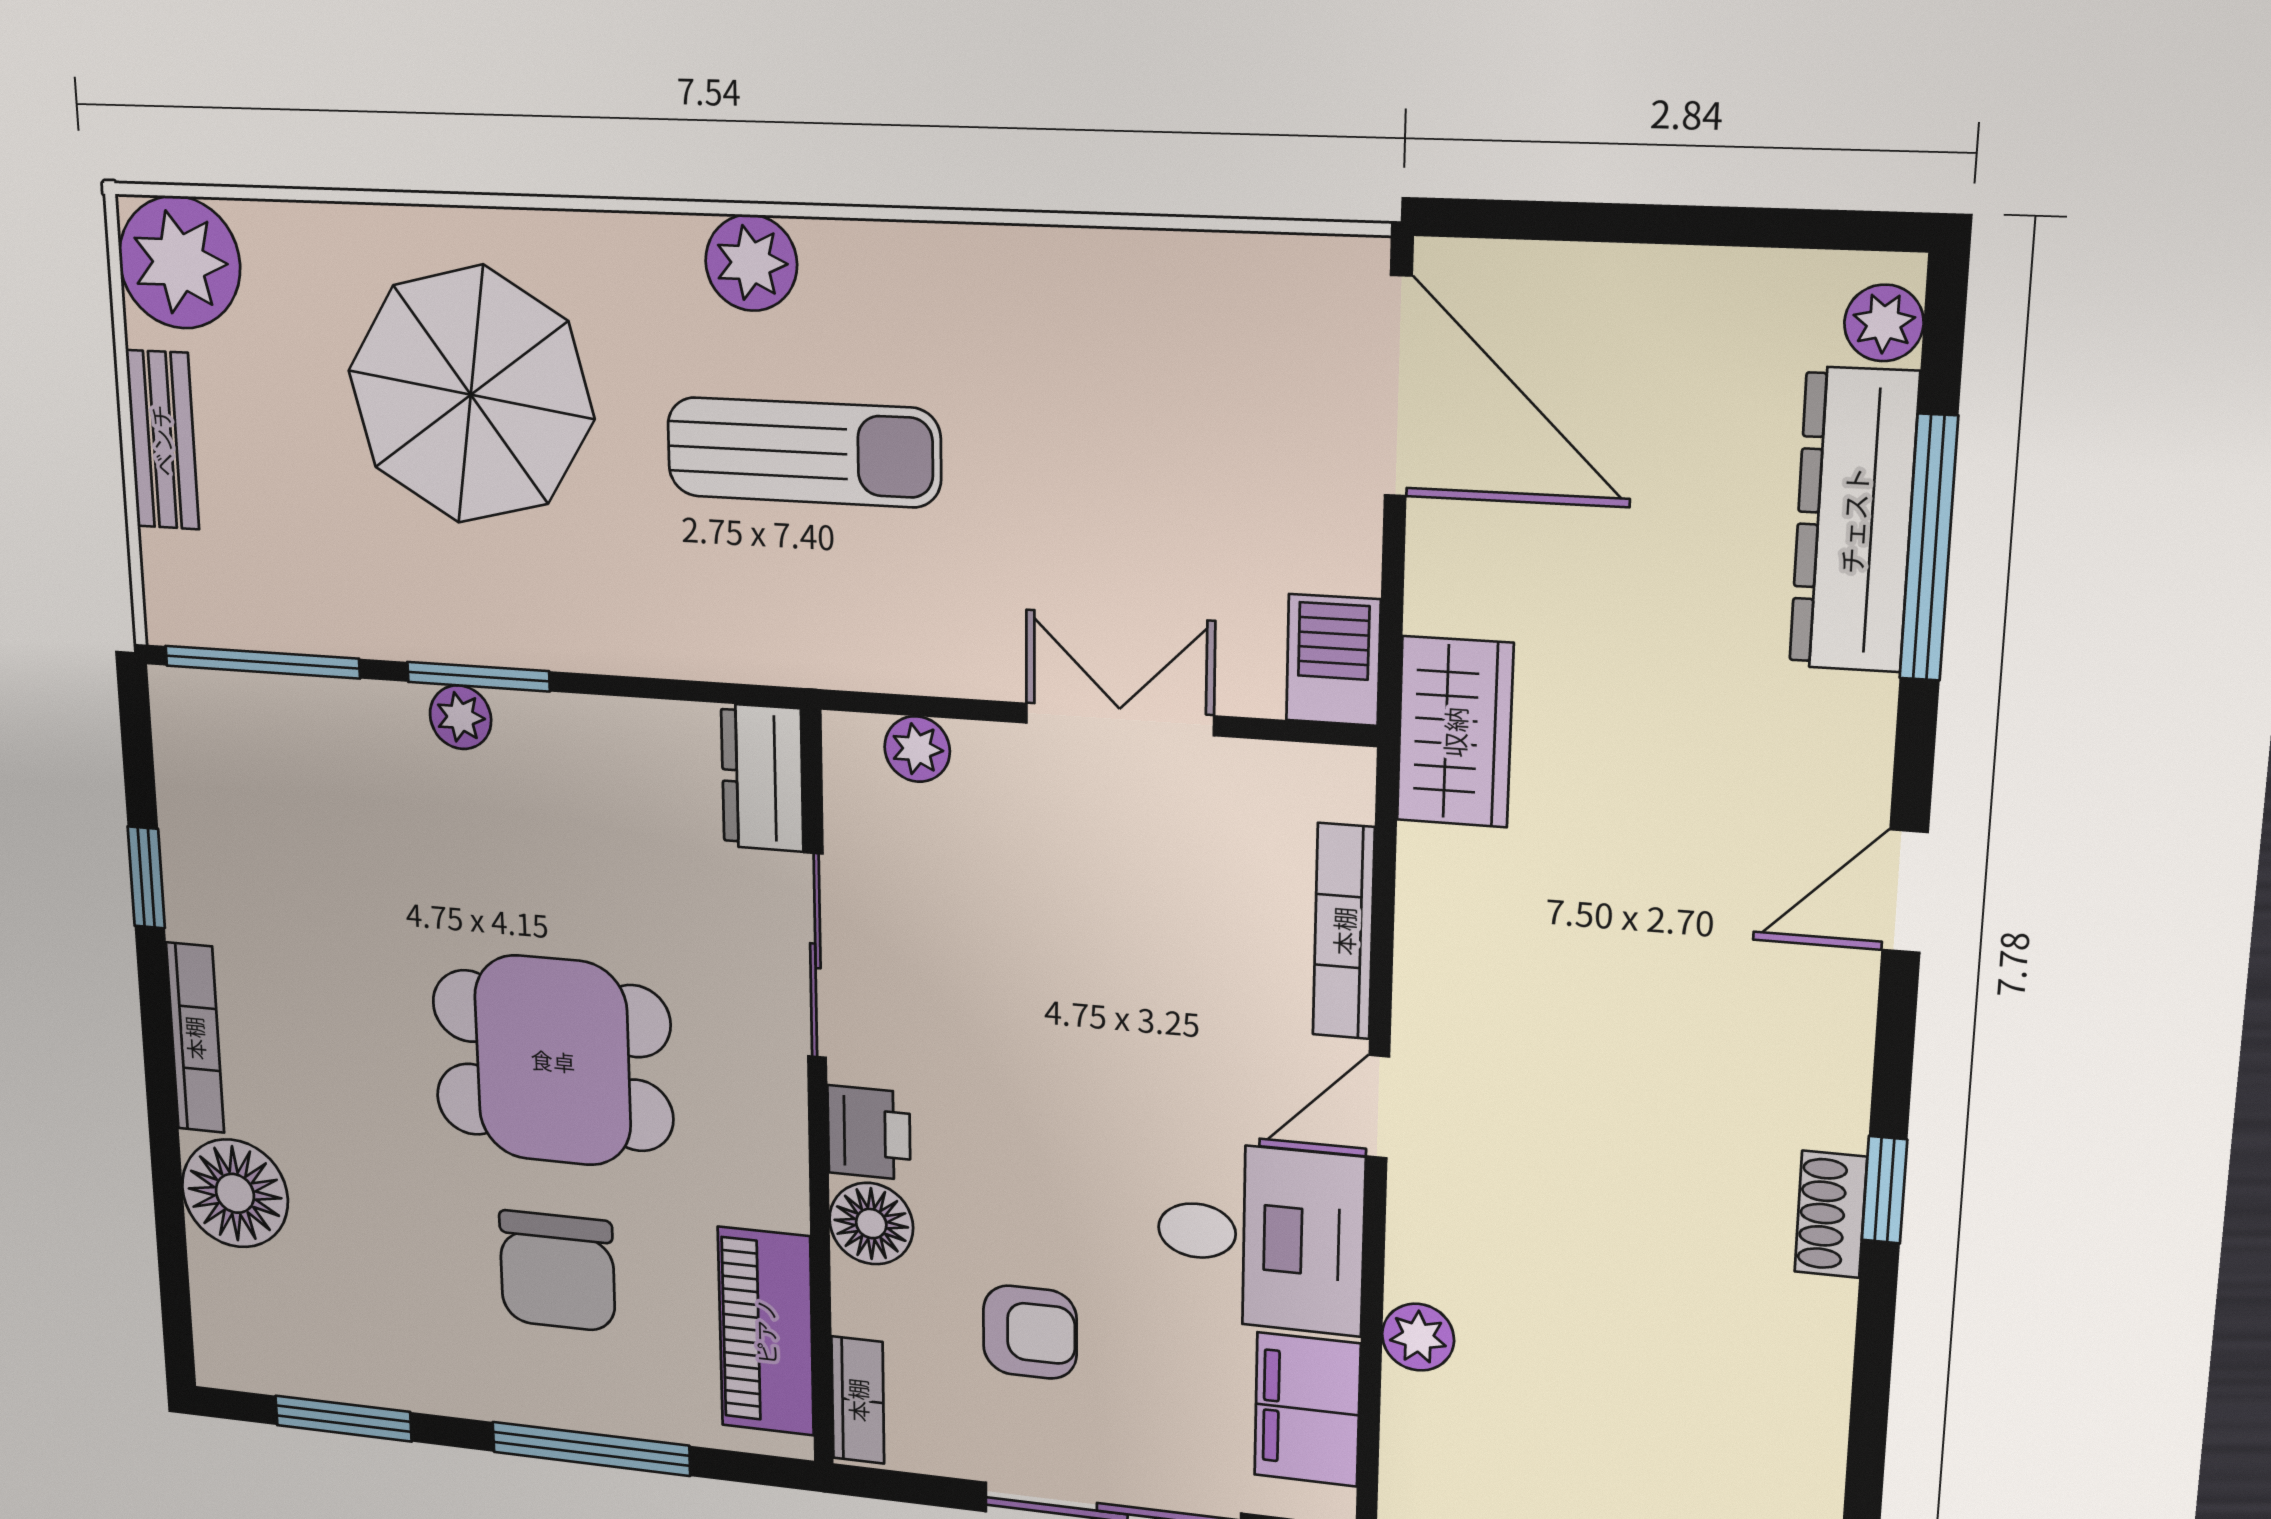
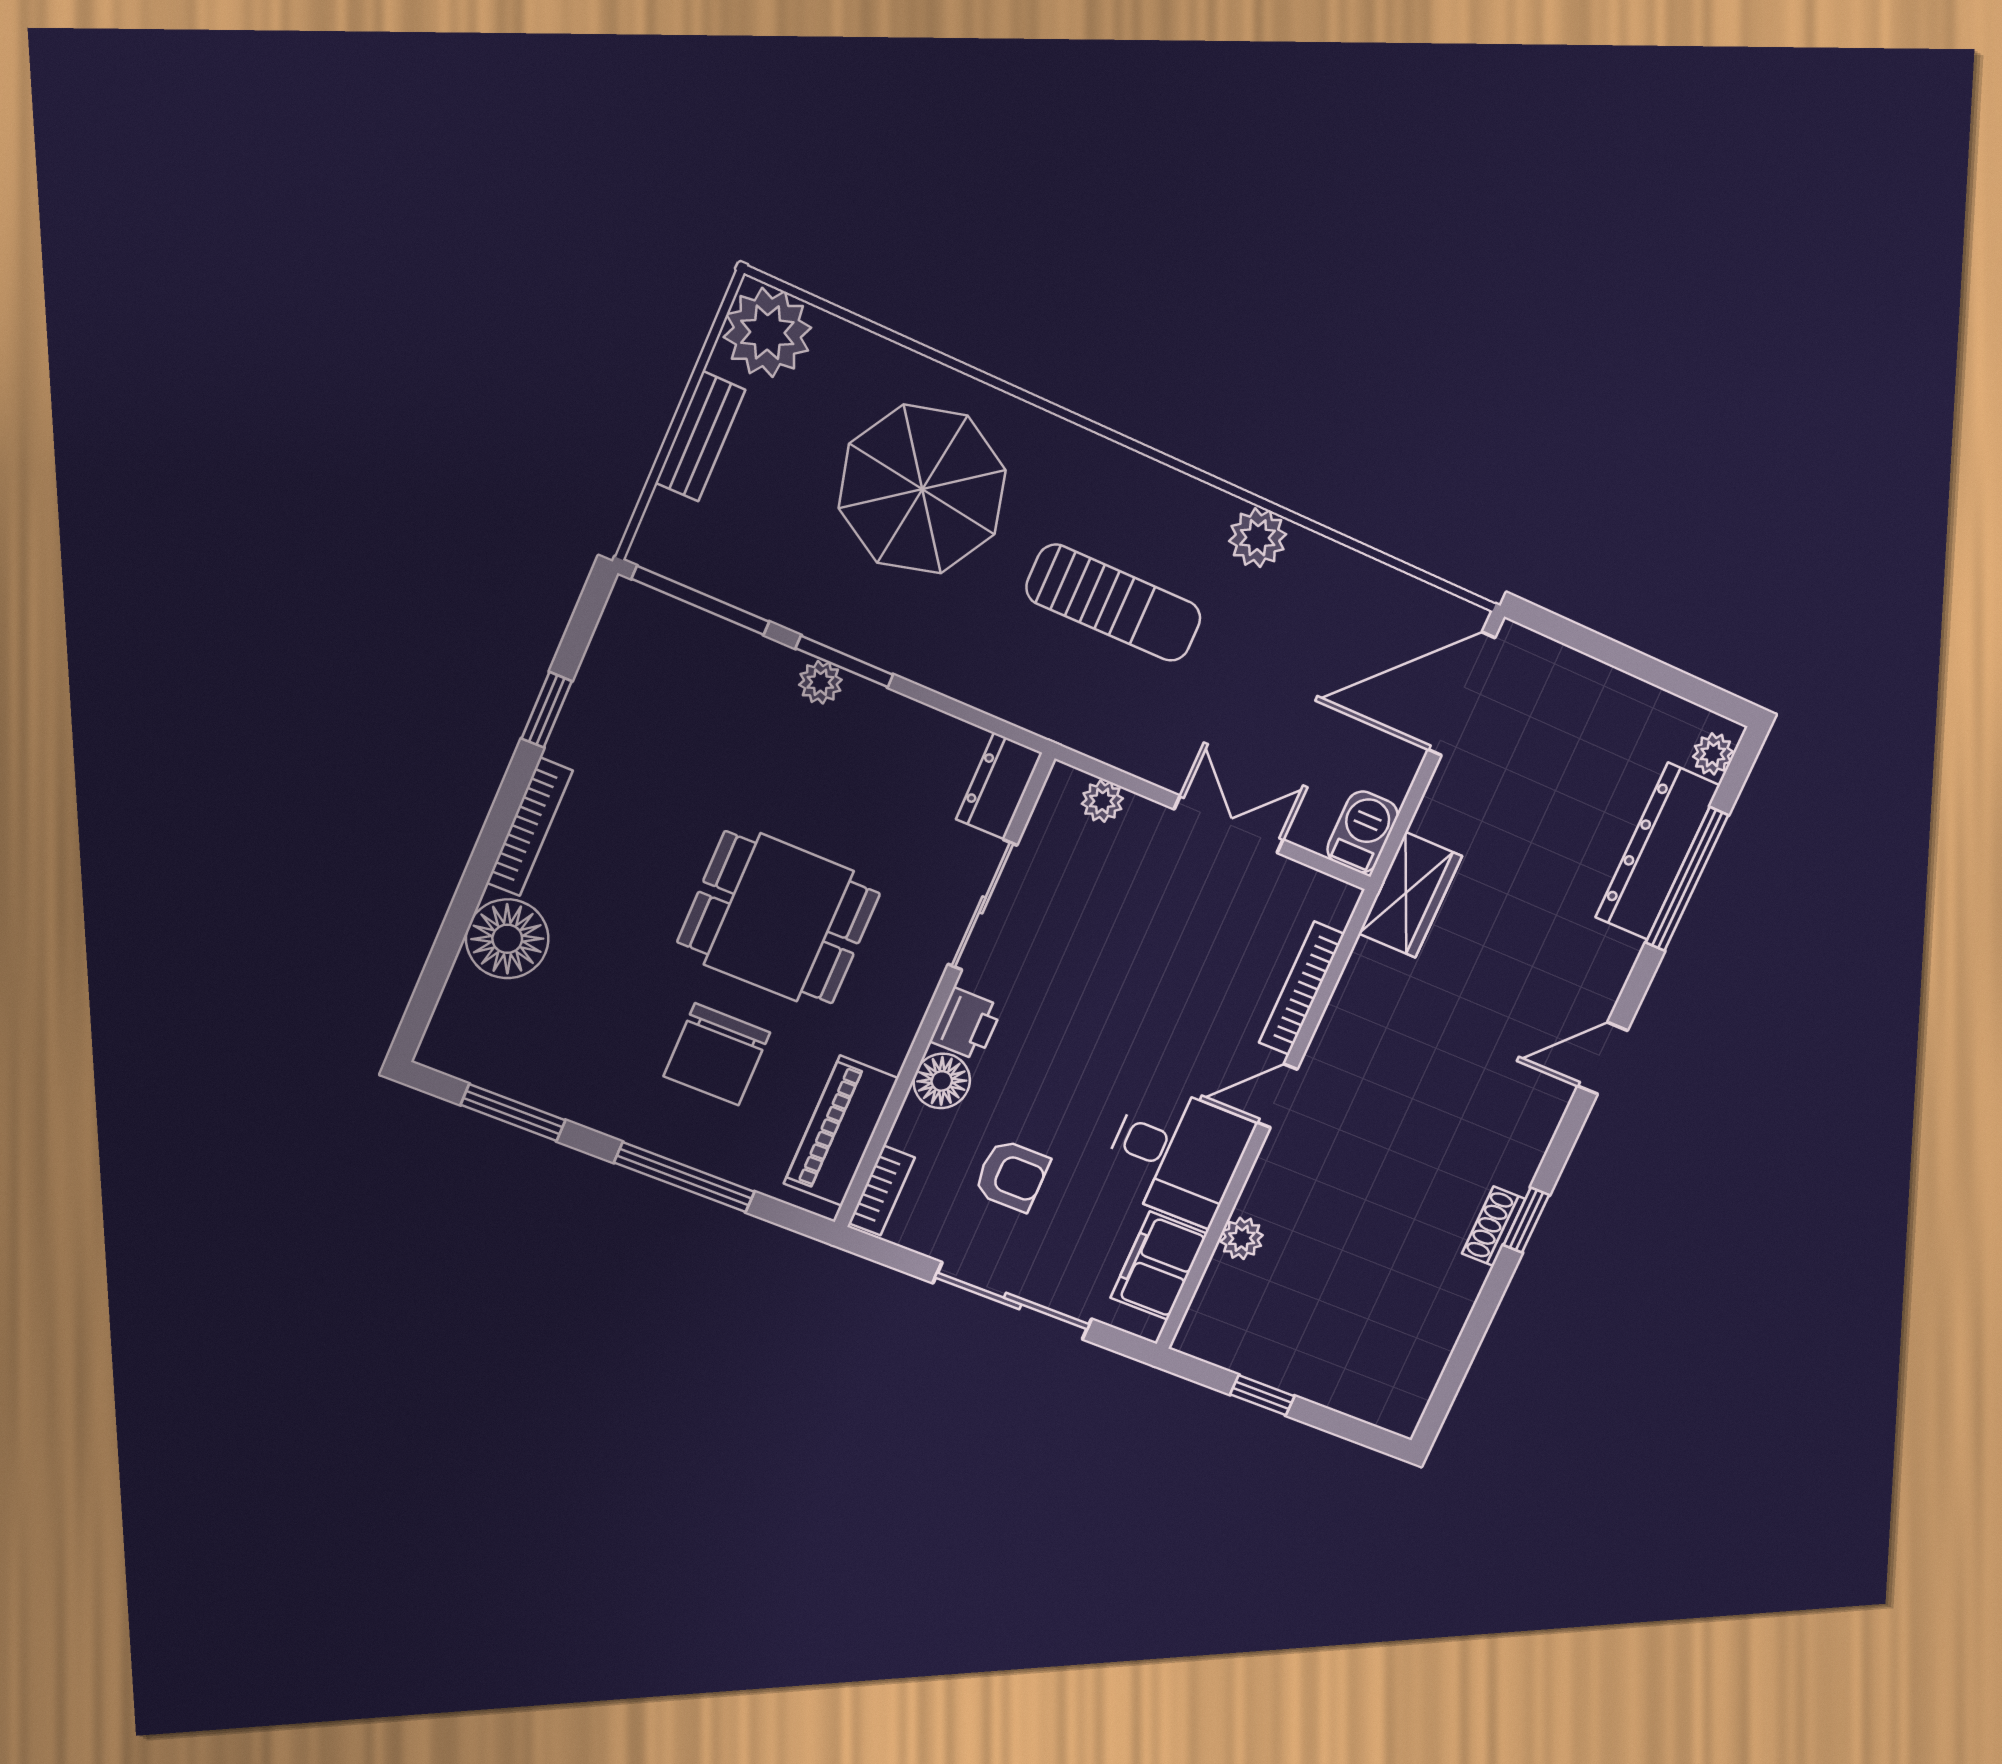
plant: (751, 263) -> (1258, 538), moved
door: (1398, 386) -> (1462, 694), swing flipped

